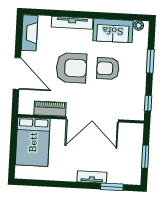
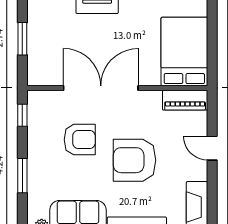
armchair: (108, 68) -> (80, 140), moved
door: (17, 73) -> (212, 148), width x0.53
piano: (50, 109) -> (185, 100), moved

